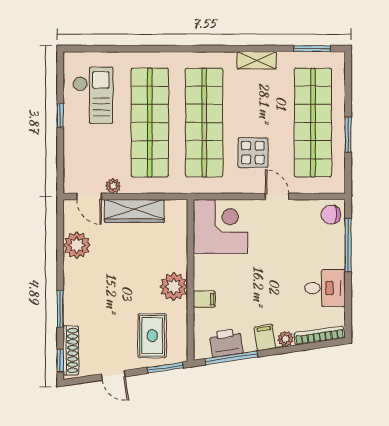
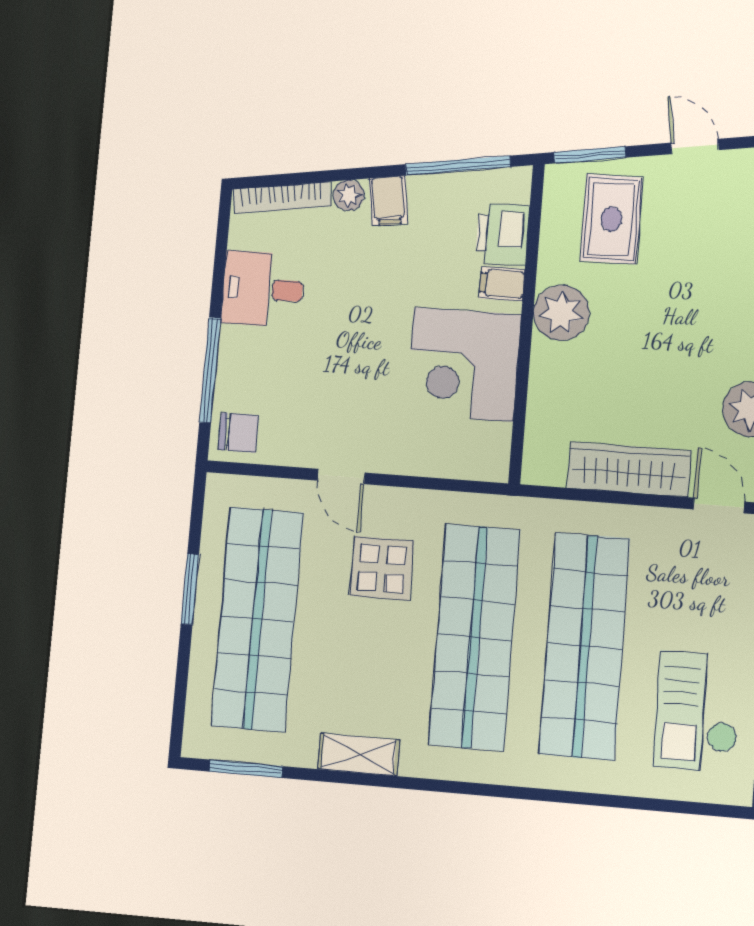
plant: (113, 186) -> (668, 523), removed
corner desk: (221, 226) -> (463, 364), moved
printer: (226, 343) -> (502, 234), moved, turned 98

